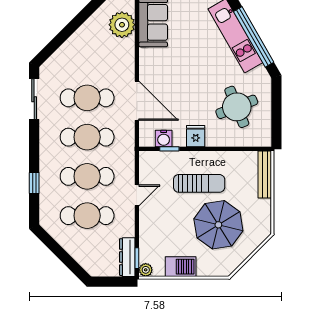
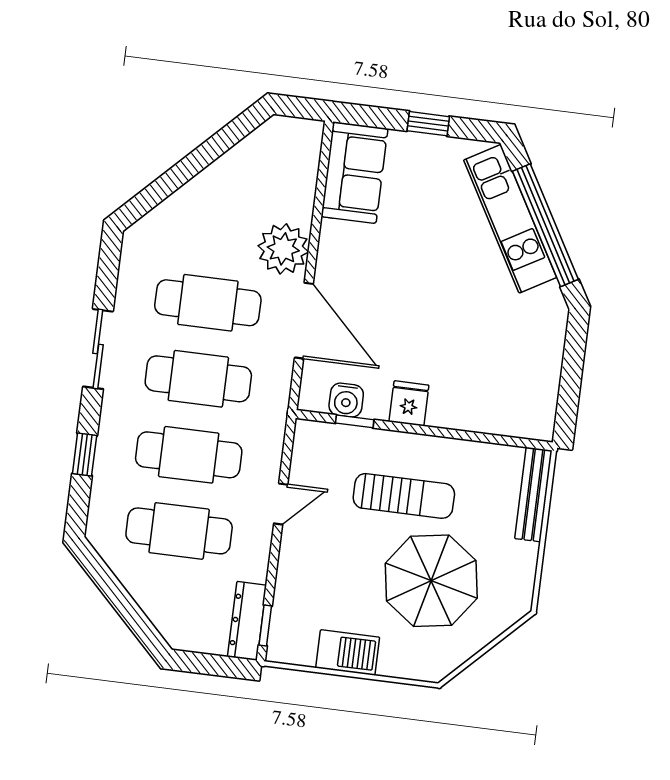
plant: (122, 25) -> (283, 249), moved
sliding door: (34, 99) -> (98, 349), moved
round table: (237, 107) -> (496, 357), removed
plant: (146, 270) -> (279, 650), removed

